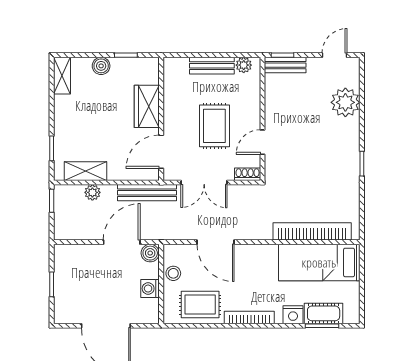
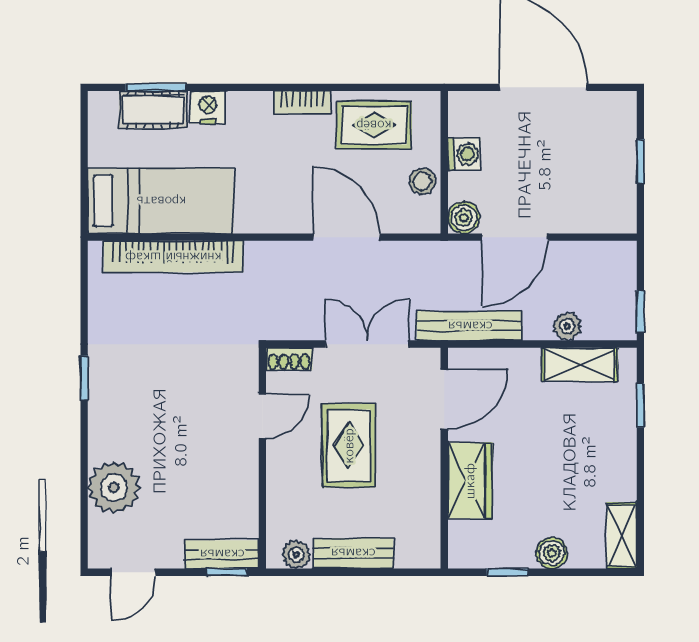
bookcase: (249, 317) -> (302, 102), width x0.64

